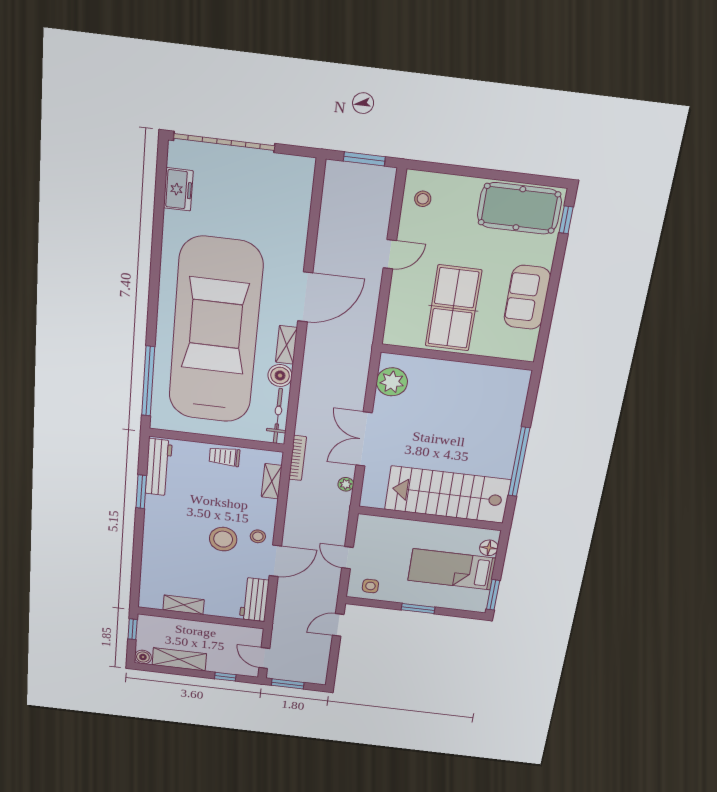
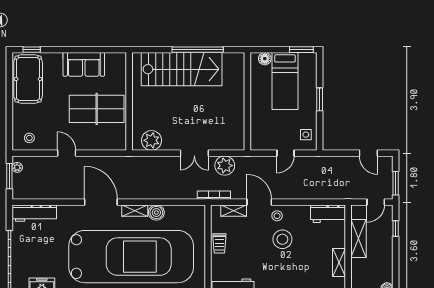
plant: (377, 173) -> (17, 167), added
workbench: (299, 192) -> (34, 213), added
car: (215, 331) -> (131, 257), turned 180
bicycle: (278, 416) -> (185, 211), removed
double door: (364, 439) -> (194, 153), width x0.73
plant: (346, 484) -> (225, 166), width x1.88, depth x1.88
stairs: (448, 495) -> (182, 69), moved, turned -90
door: (275, 561) -> (259, 202), moved
door: (338, 625) -> (368, 153), moved
shelving: (179, 659) -> (358, 239), moved

